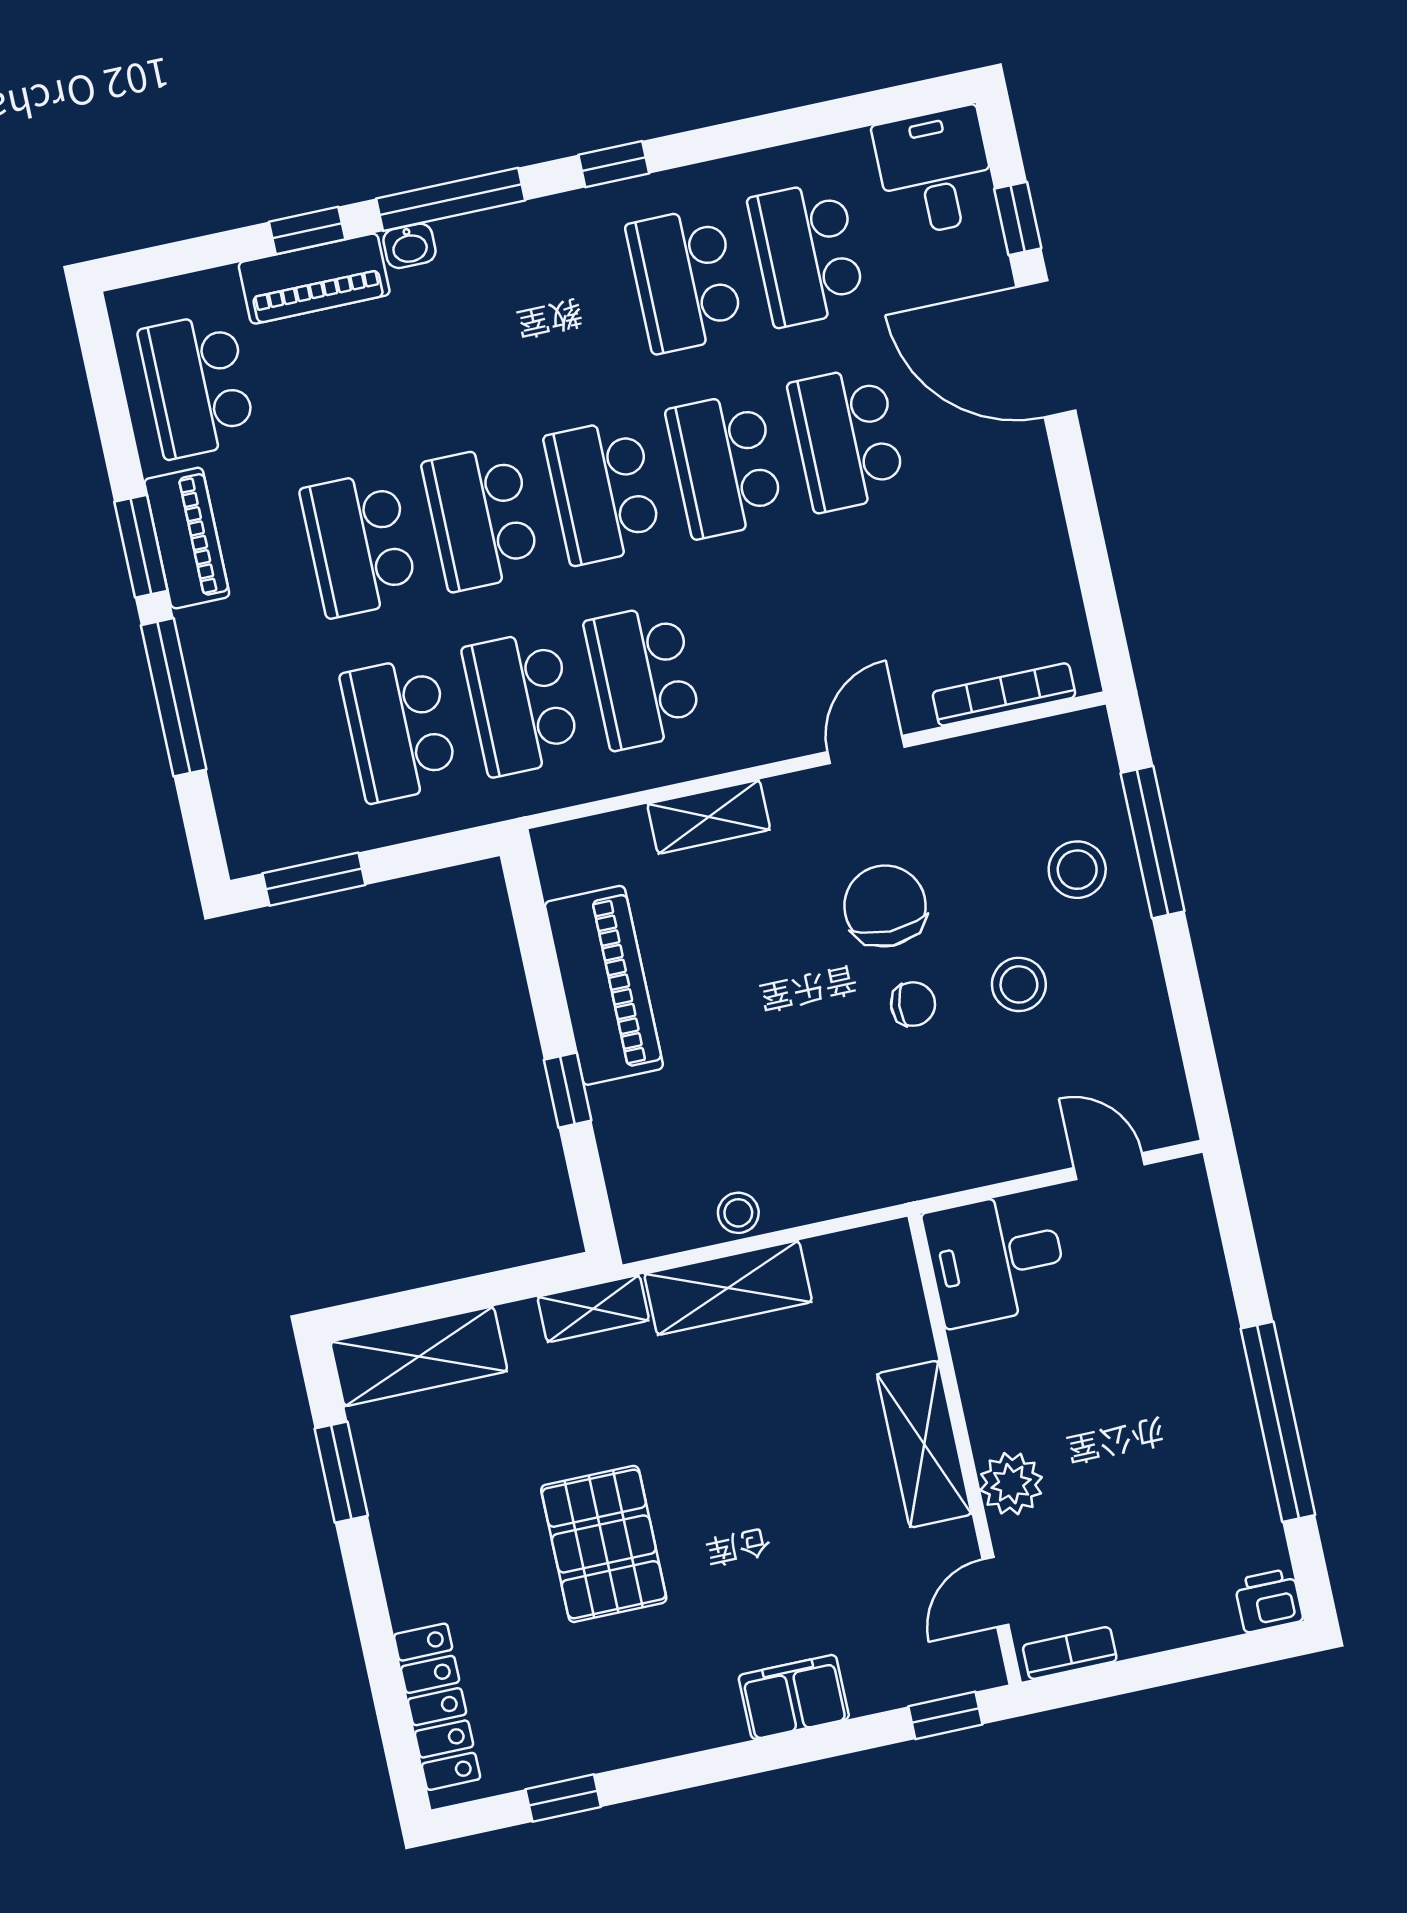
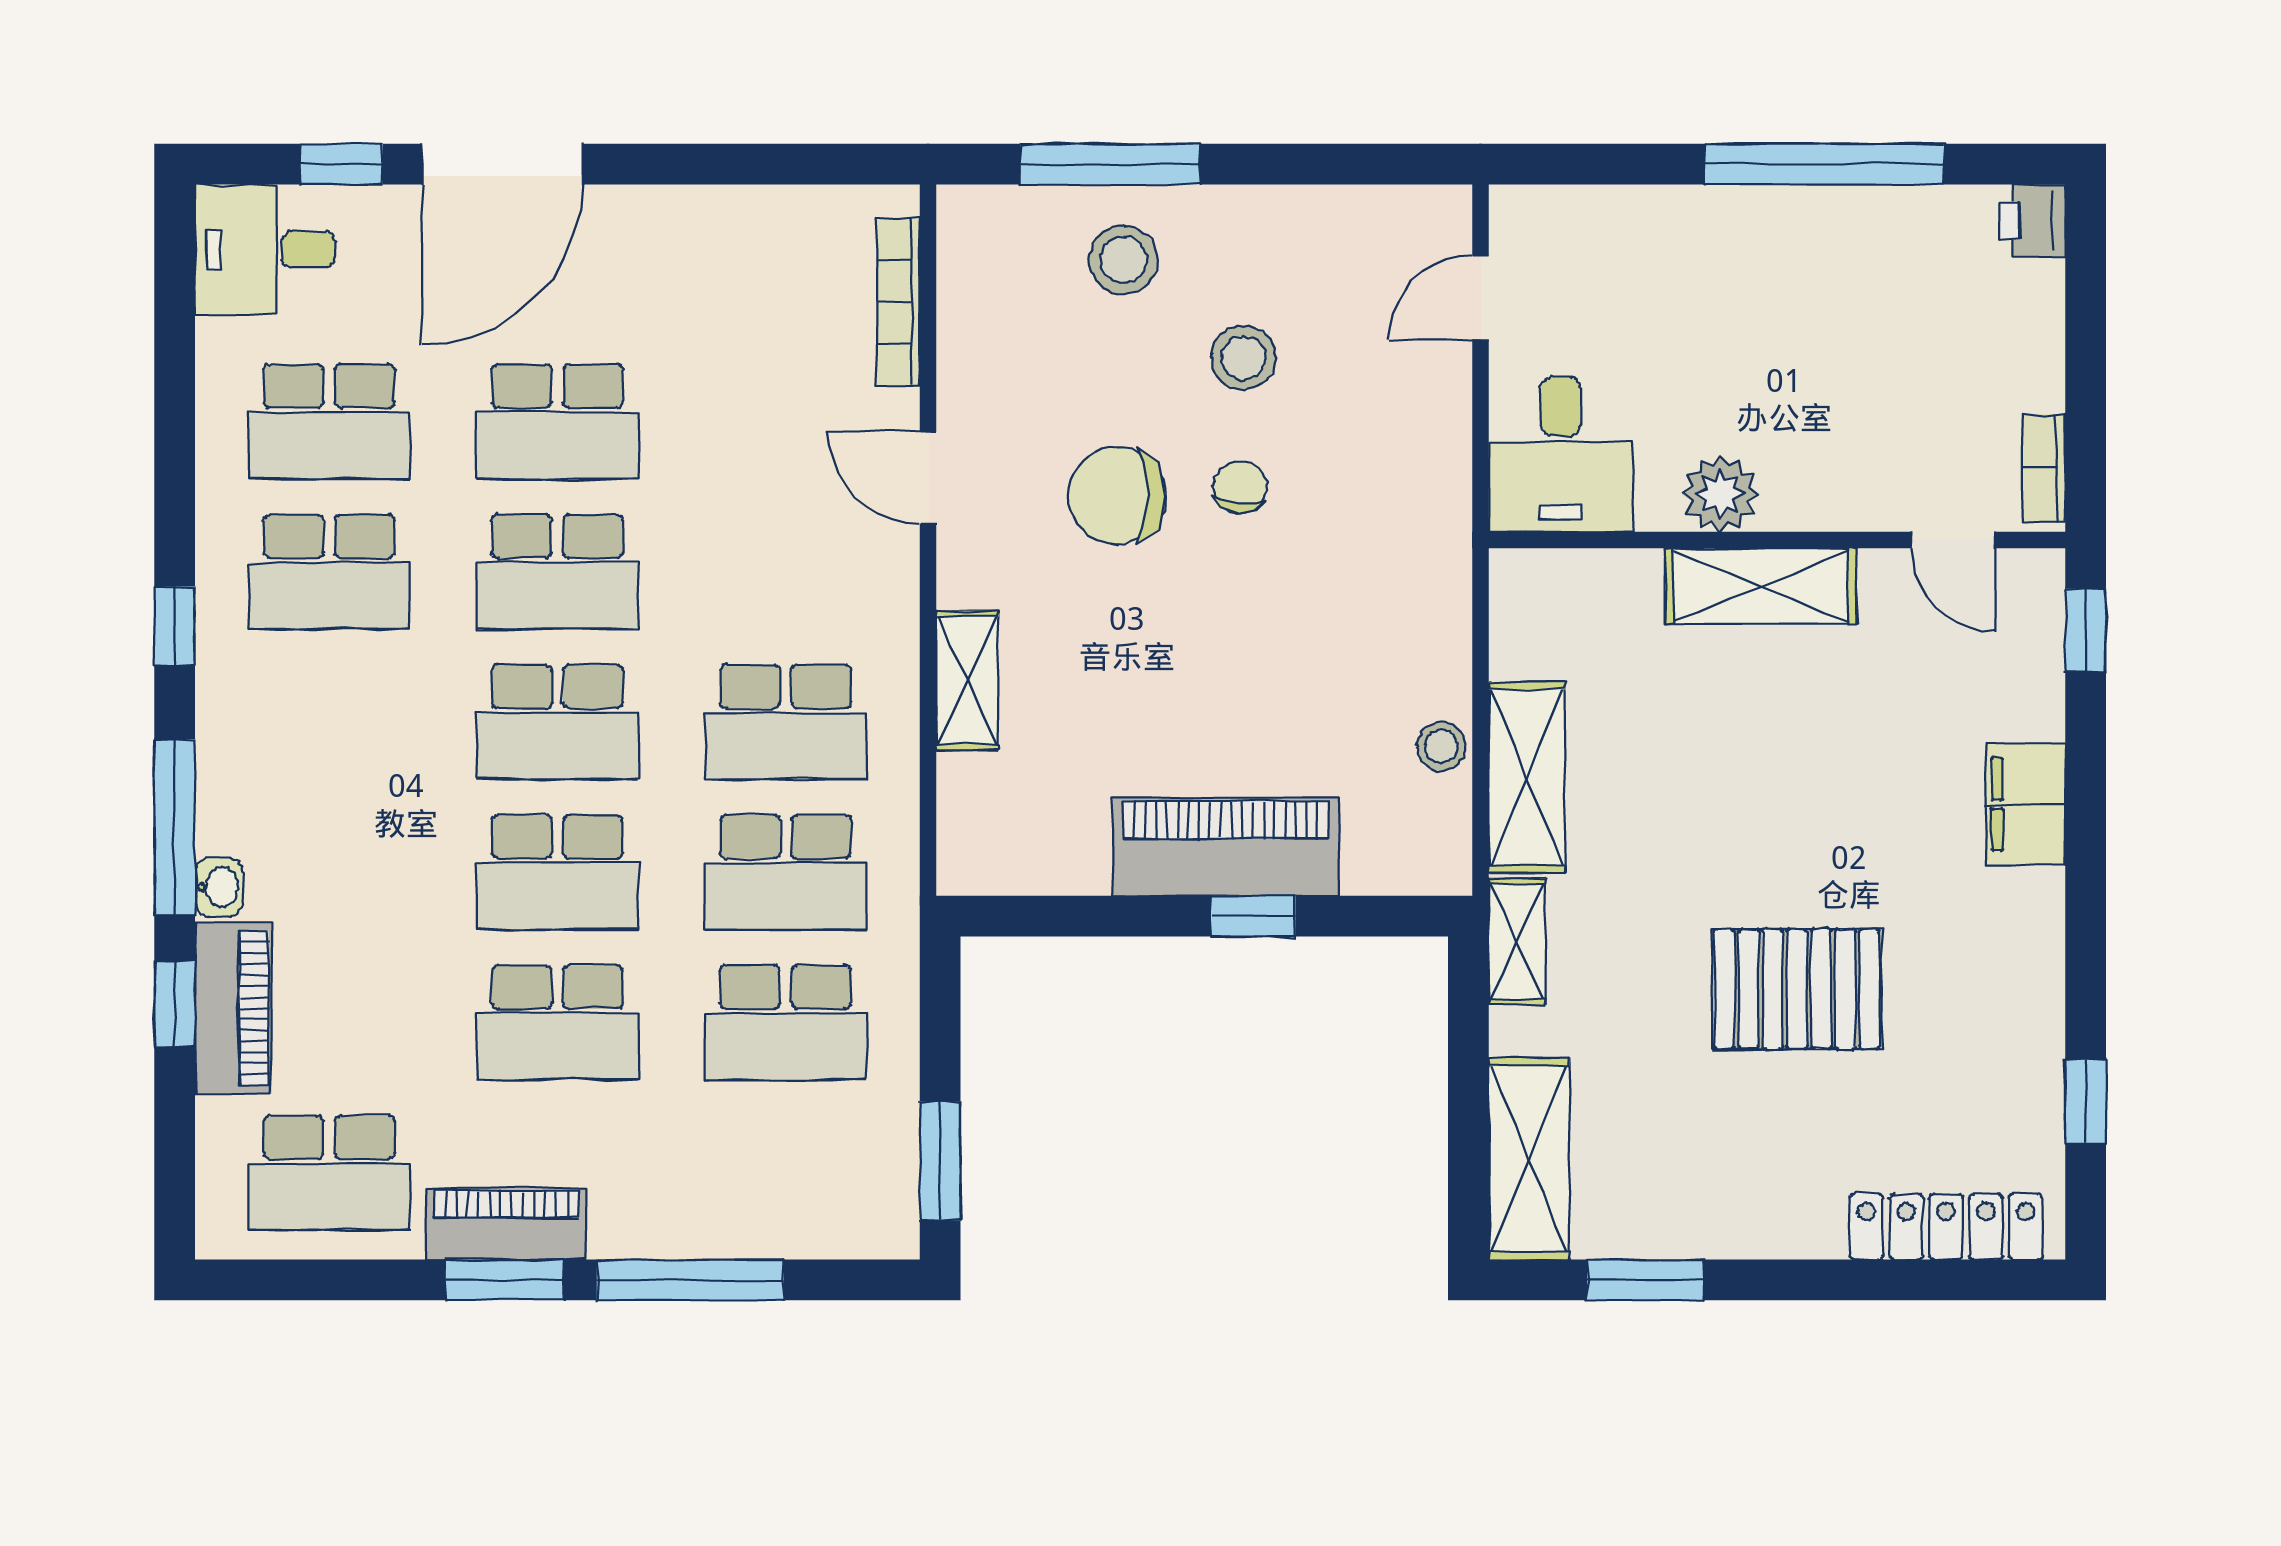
piano: (604, 985) -> (1226, 847), moved
plant: (1011, 1484) -> (1720, 494), moved

